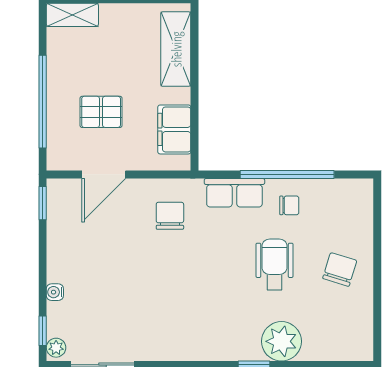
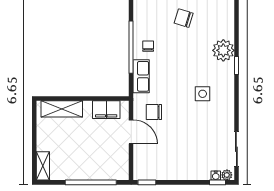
pallet: (101, 112) -> (96, 150), removed
door: (104, 174) -> (131, 132), moved
wheelchair: (275, 264) -> (181, 54), removed
water cooler: (55, 292) -> (216, 176), moved
side table: (203, 304) -> (203, 94), added

